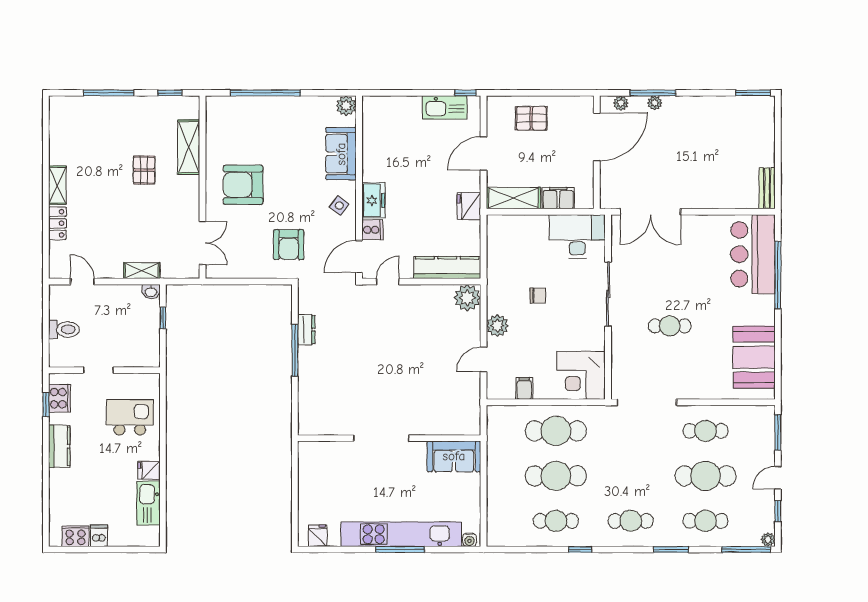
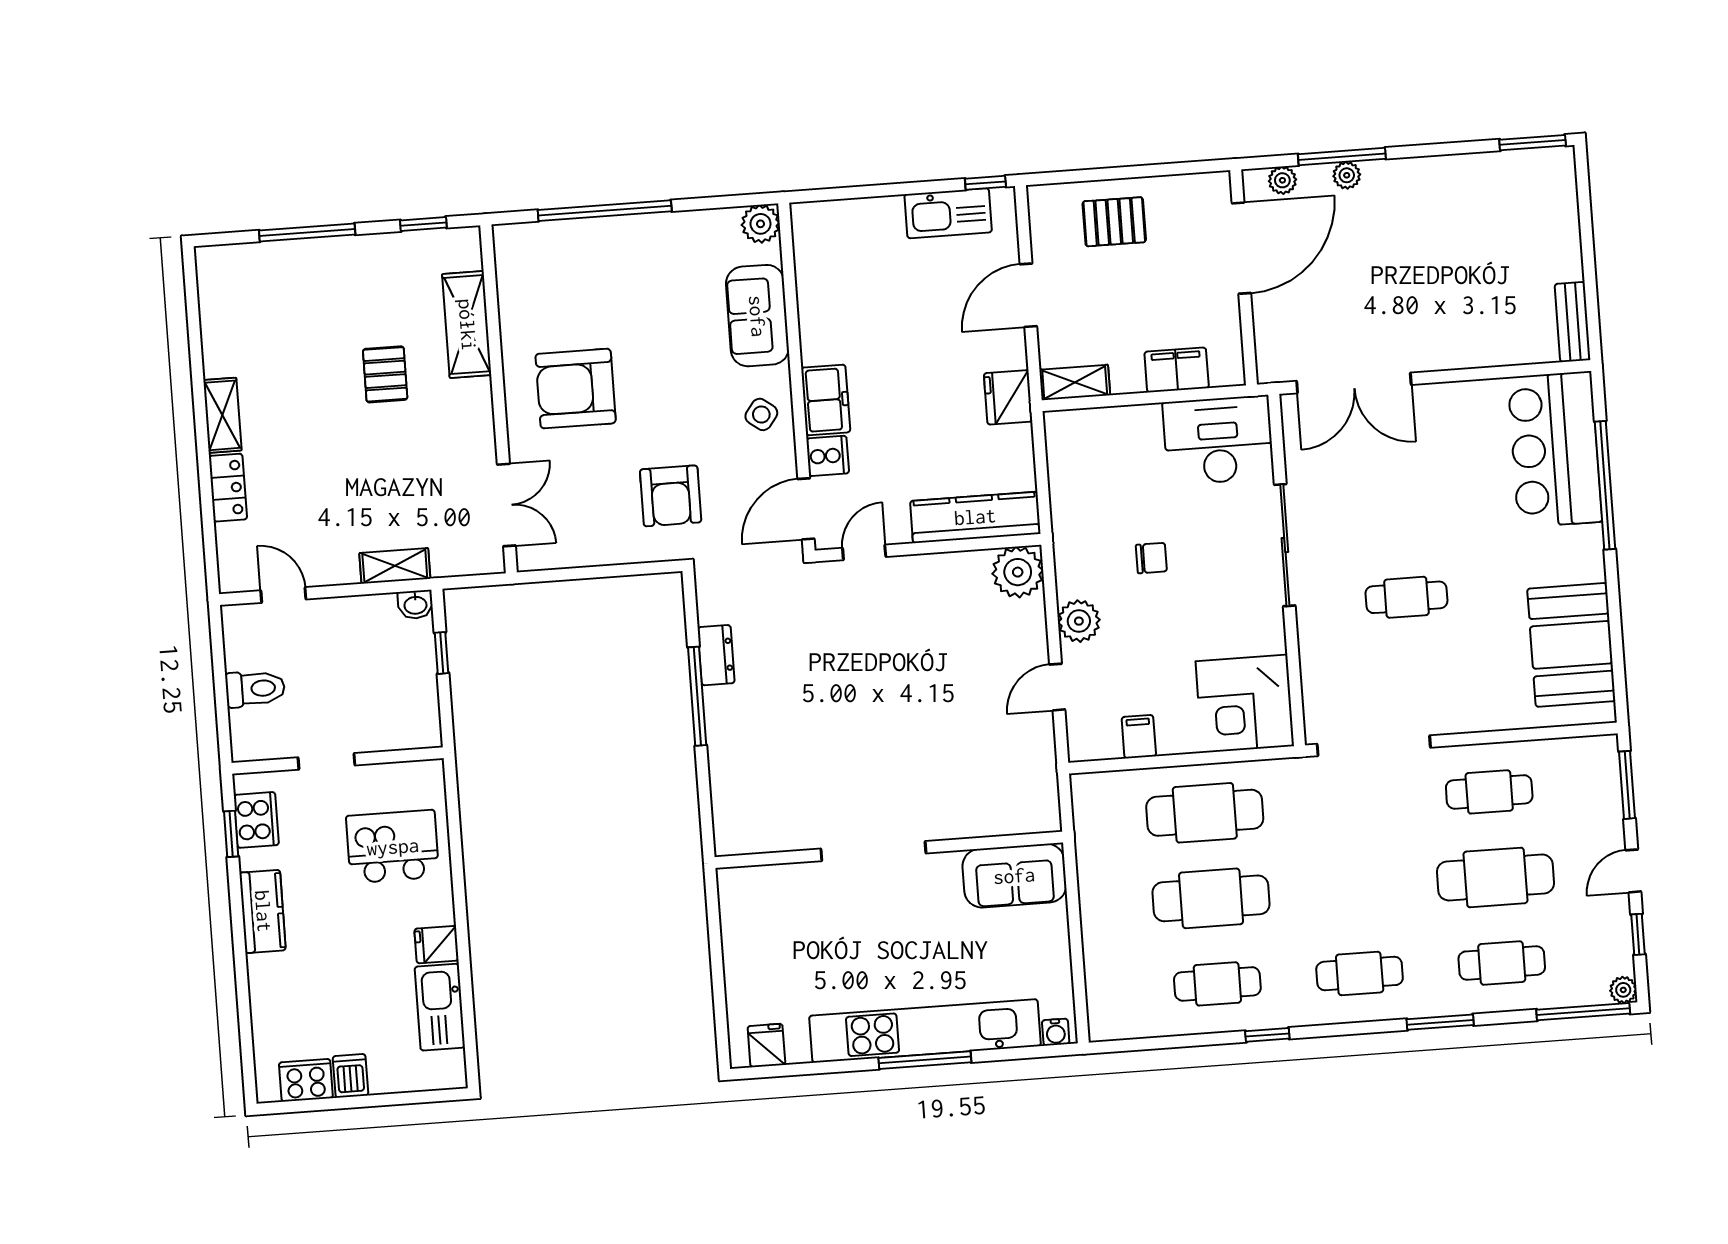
shelving: (513, 198) -> (1075, 382), width x0.67, depth x0.75

